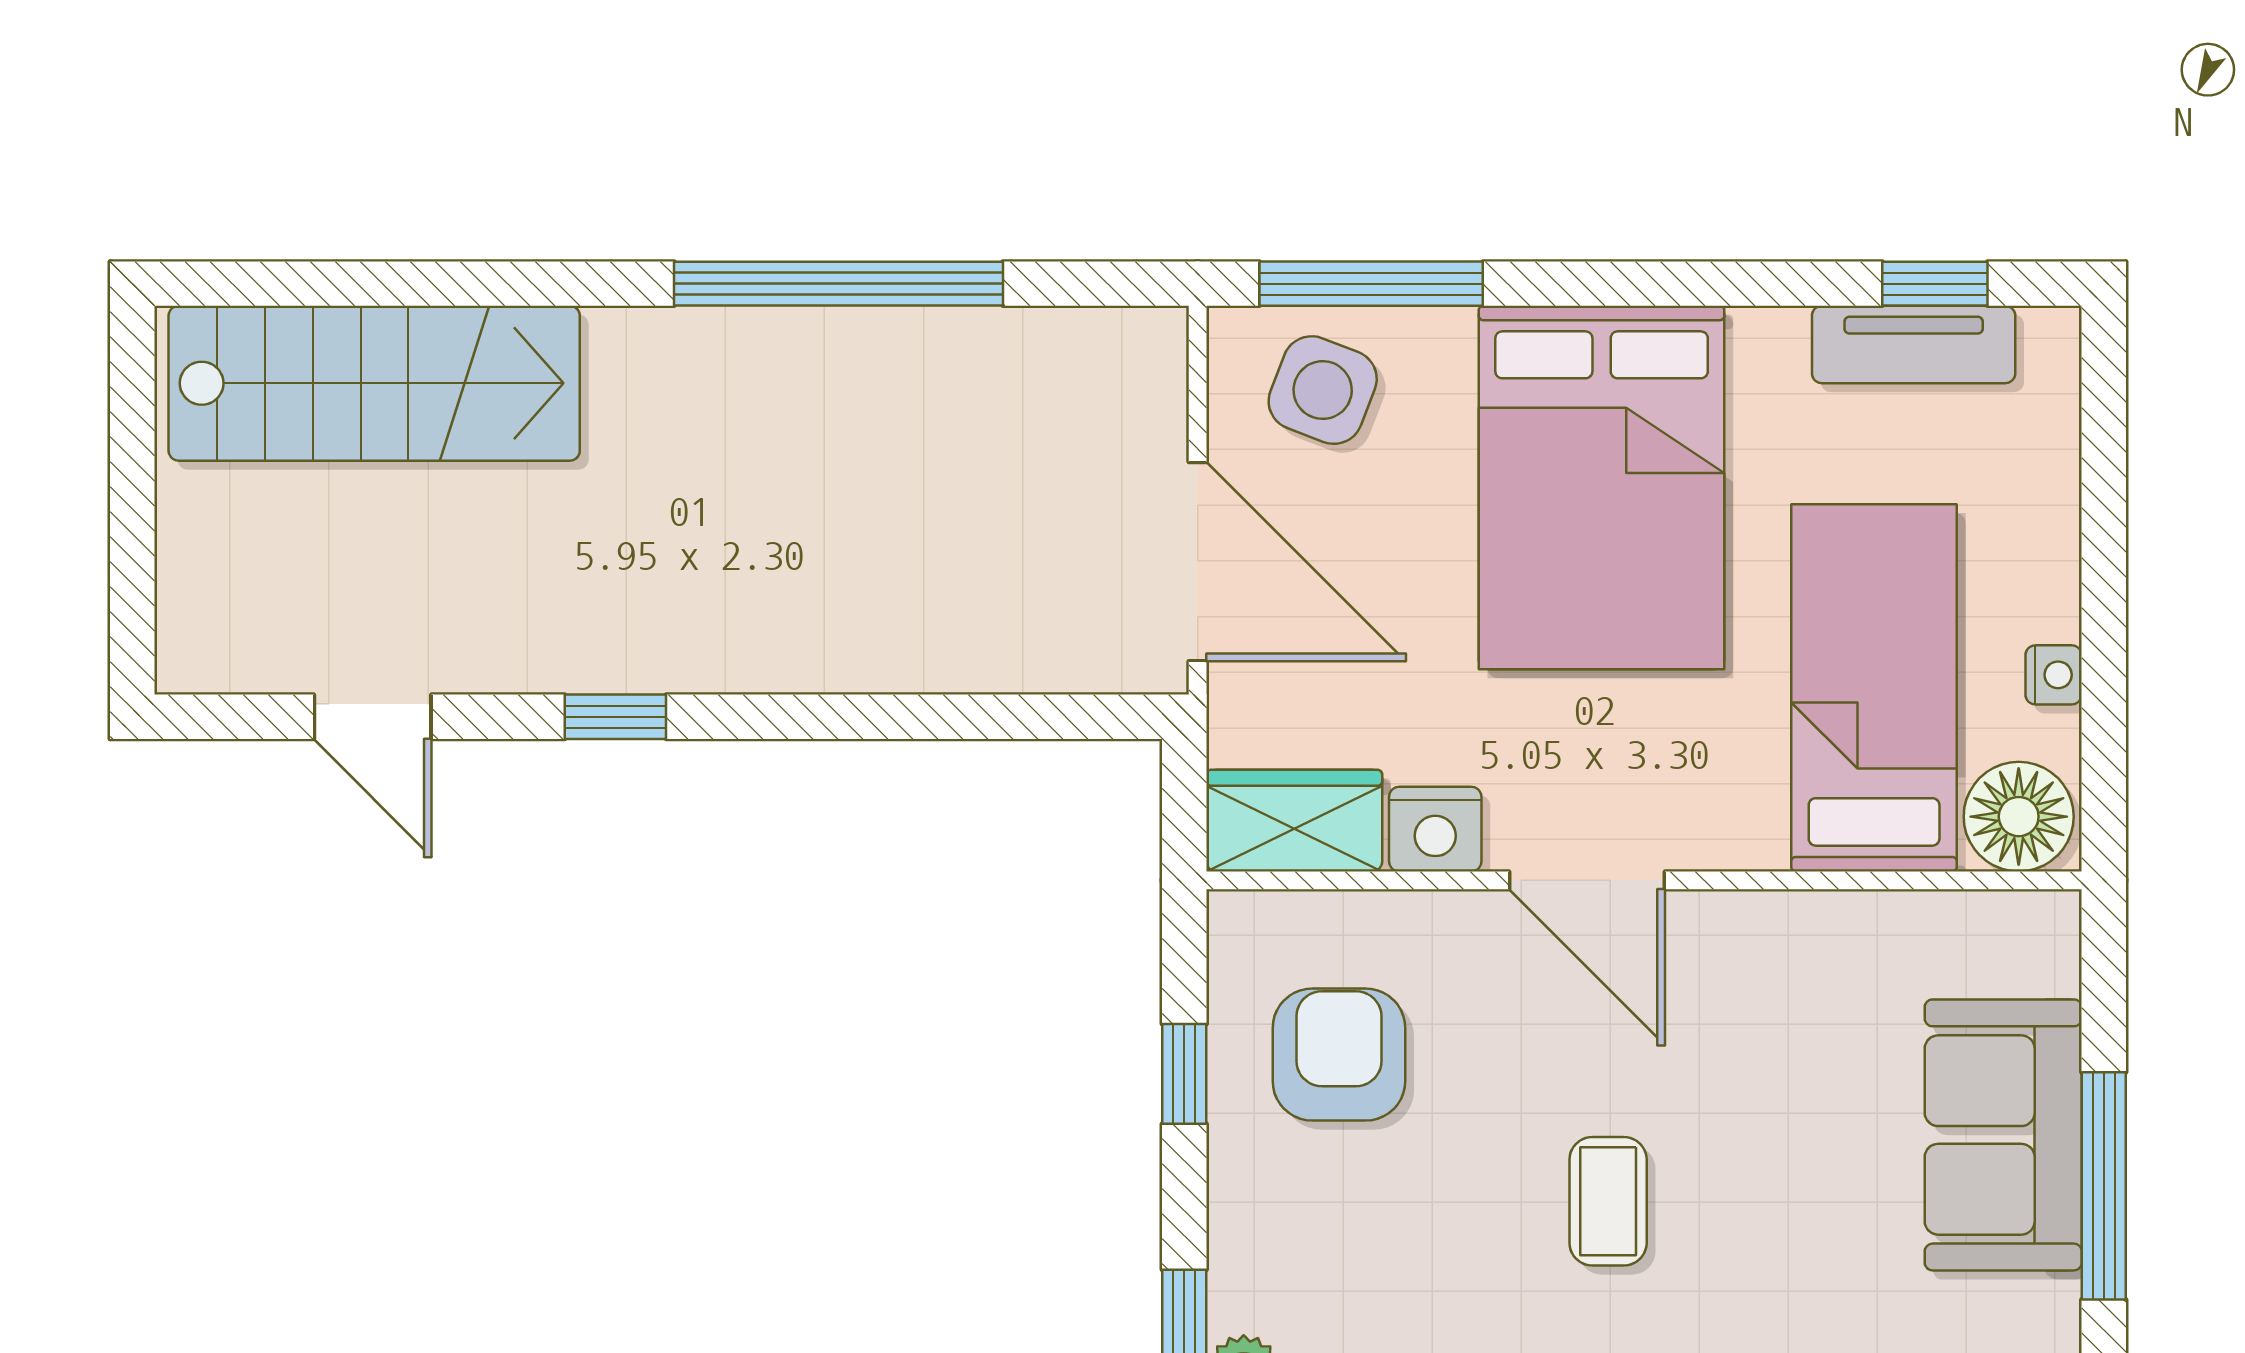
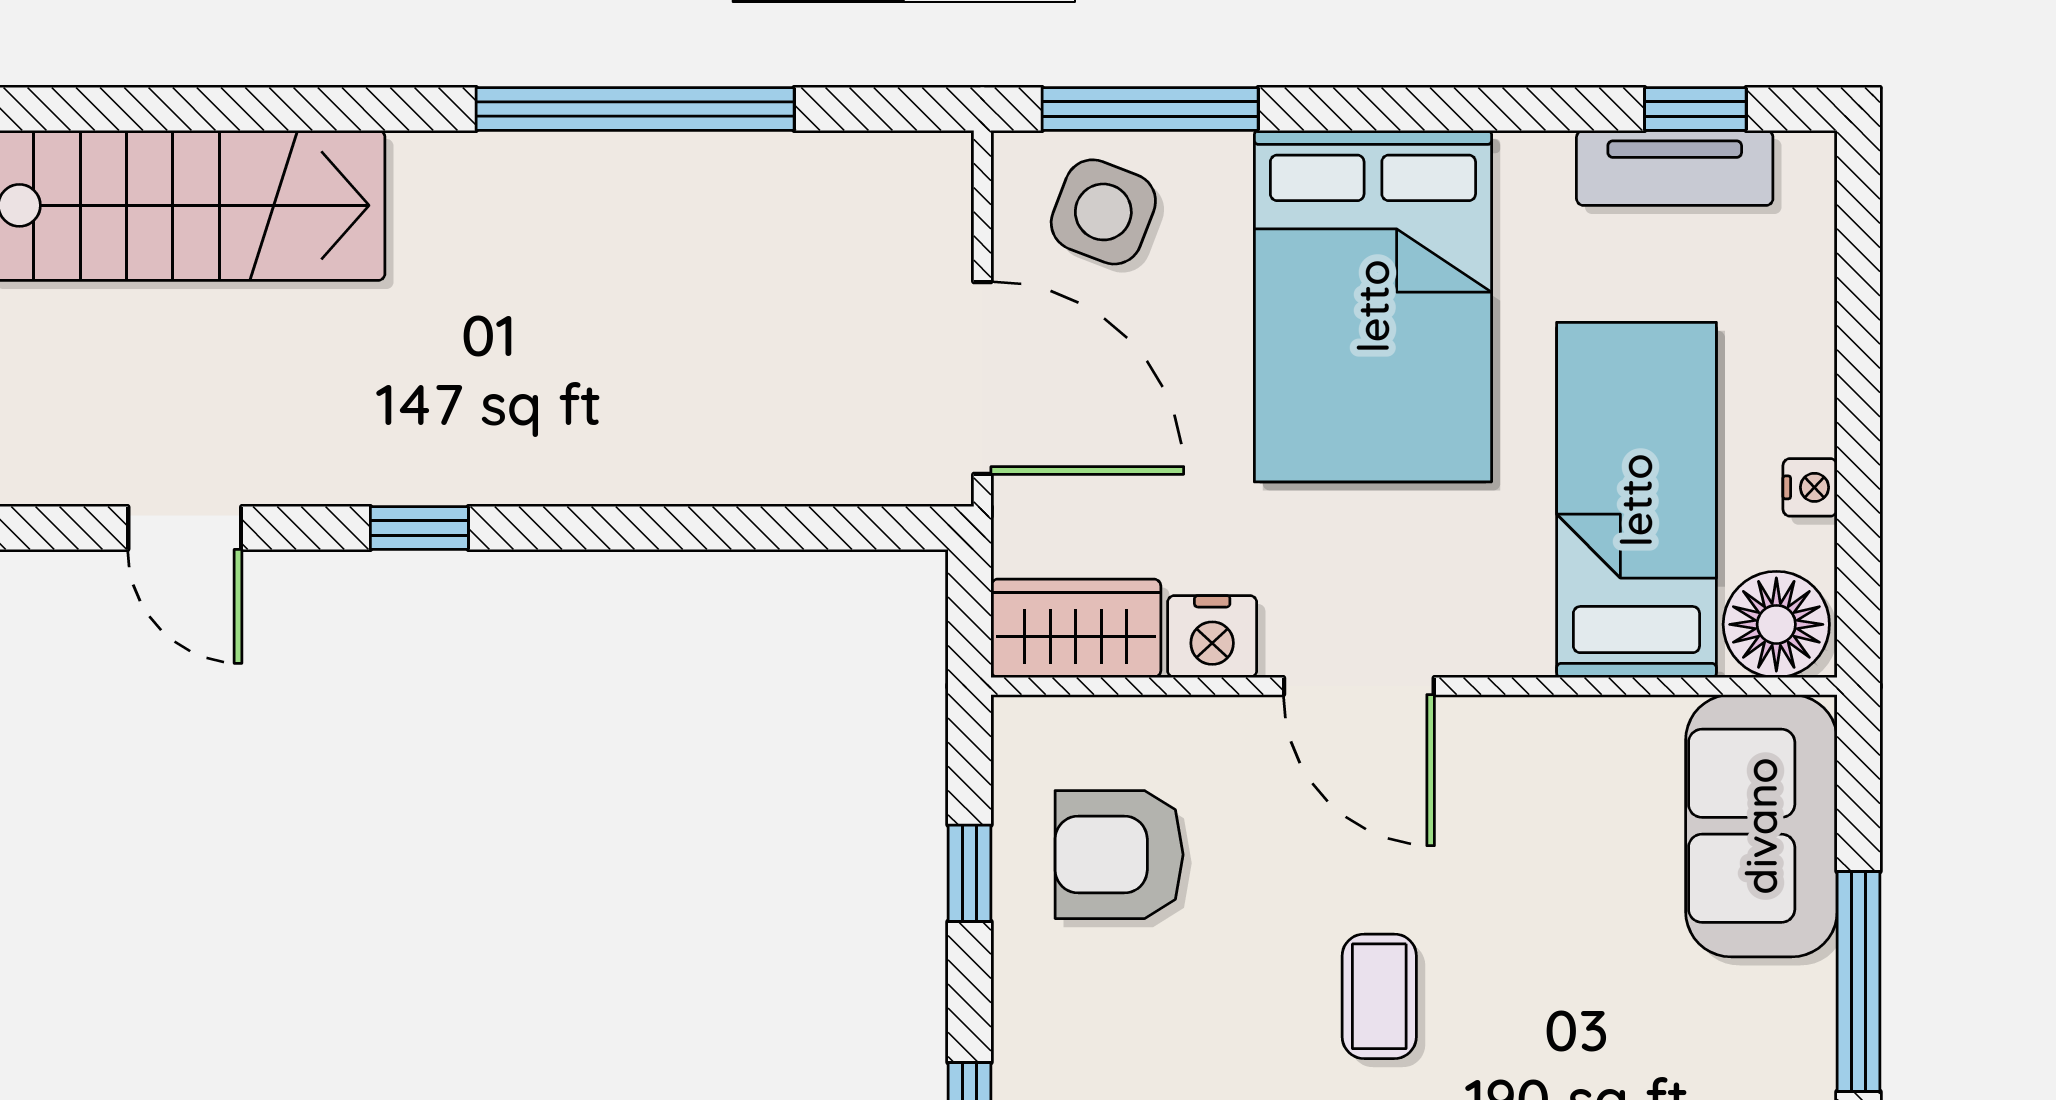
armchair: (1339, 1055) -> (1119, 855), turned -90
sofa: (2003, 1135) -> (1761, 826), moved

